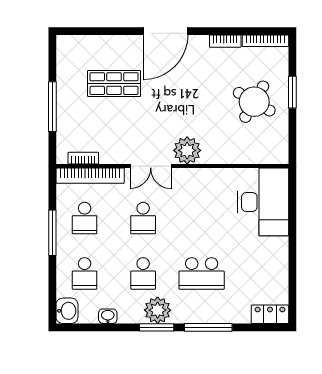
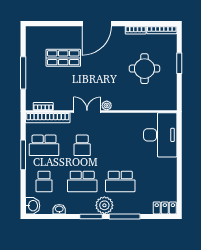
round table: (254, 102) -> (144, 69), moved, turned -30
plant: (187, 150) -> (107, 105), width x0.53, depth x0.53
double door: (151, 166) -> (87, 112), swing flipped
school desk: (85, 218) -> (44, 145), width x1.85
school desk: (143, 273) -> (82, 181), width x1.85
plant: (158, 310) -> (104, 205), moved

